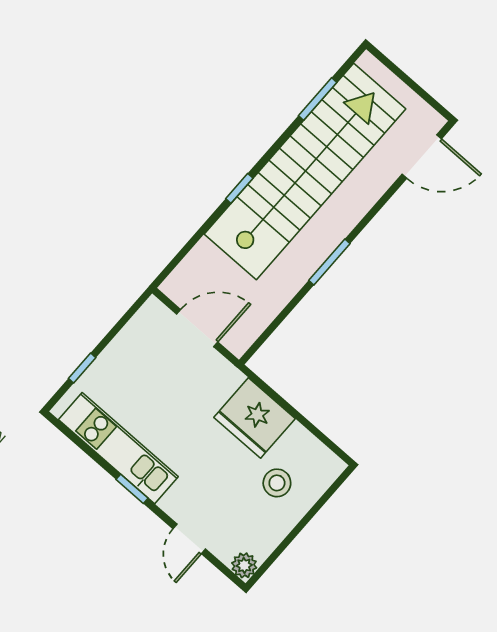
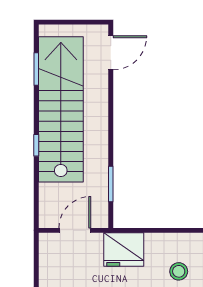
window: (329, 262) -> (111, 184), moved
fridge: (255, 418) -> (124, 250), moved

